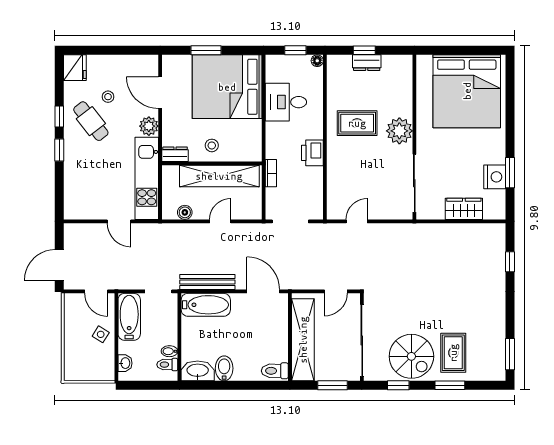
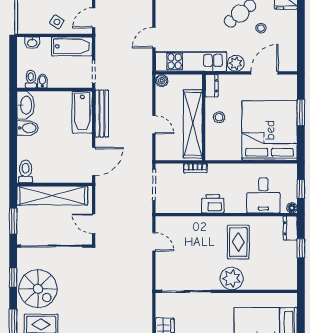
dresser: (367, 63) -> (290, 228), moved
desk: (286, 102) -> (263, 195), moved, turned 180
boiler: (185, 212) -> (162, 81), moved
spiral stairs: (411, 356) -> (38, 289), turned -90

